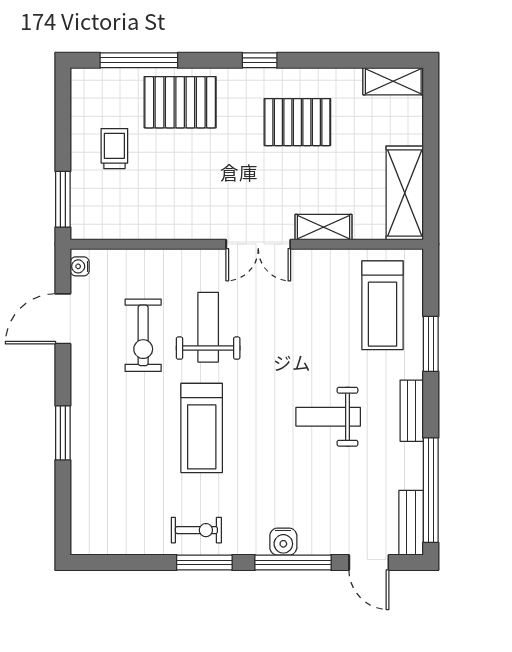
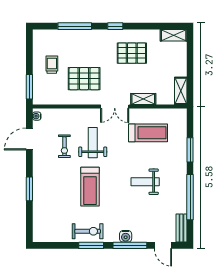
window: (139, 60) -> (75, 26), moved
pallet: (180, 102) -> (84, 79), moved
shelving: (405, 193) -> (181, 91), width x0.67, depth x0.75
treadmill: (383, 305) -> (148, 133), moved, turned -90
exercise bike: (143, 335) -> (64, 146), width x0.73, depth x0.72
bench: (412, 411) -> (182, 179), removed
window: (431, 490) -> (190, 197), moved
exercise bike: (196, 530) -> (88, 231), width x1.38, depth x1.39

